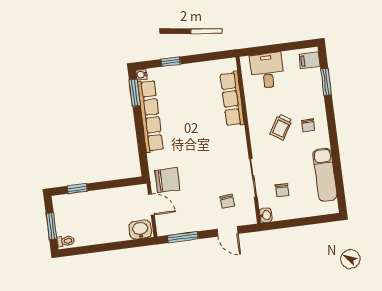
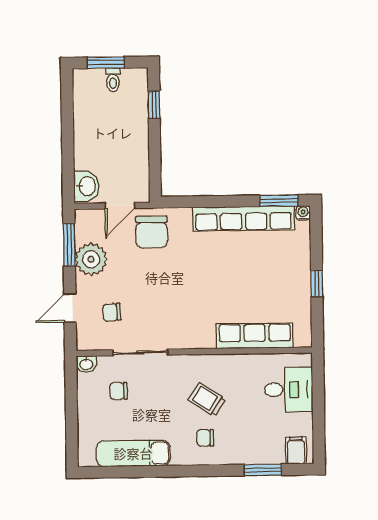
window: (171, 62) -> (317, 283), moved
plant: (191, 220) -> (91, 259), added
toilet: (66, 241) -> (113, 80), moved

